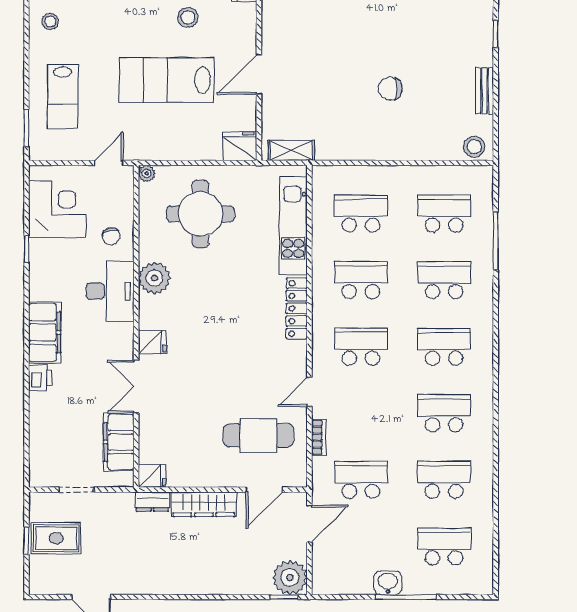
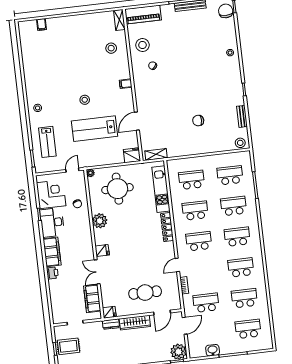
stool: (188, 17) -> (85, 100), moved
desk: (110, 291) -> (52, 222), moved, turned 180
cafe table: (258, 435) -> (145, 293), moved
washbasin: (388, 583) -> (213, 350), moved

